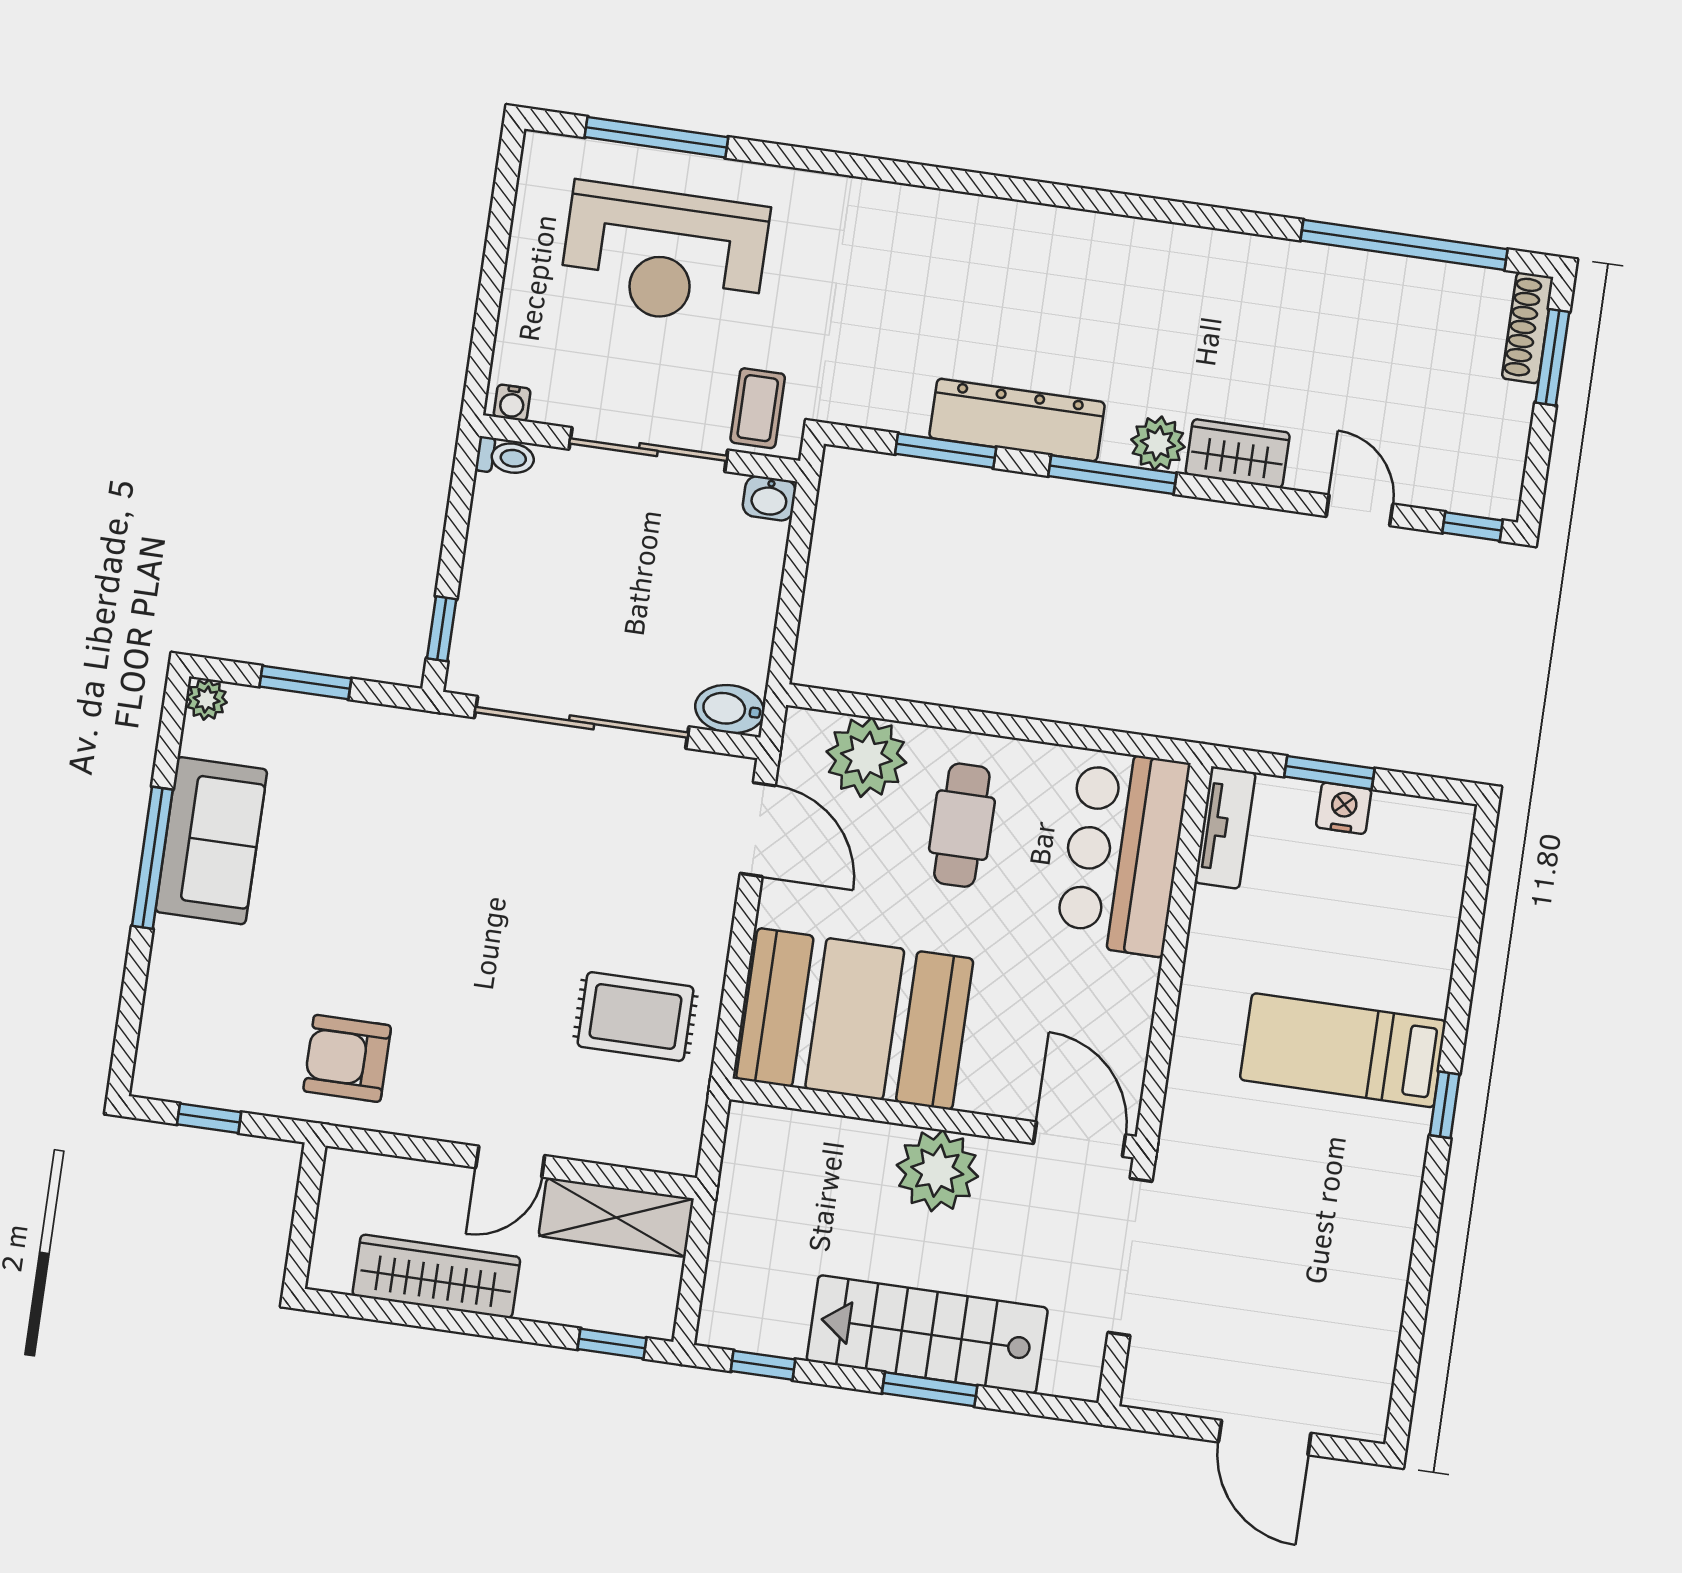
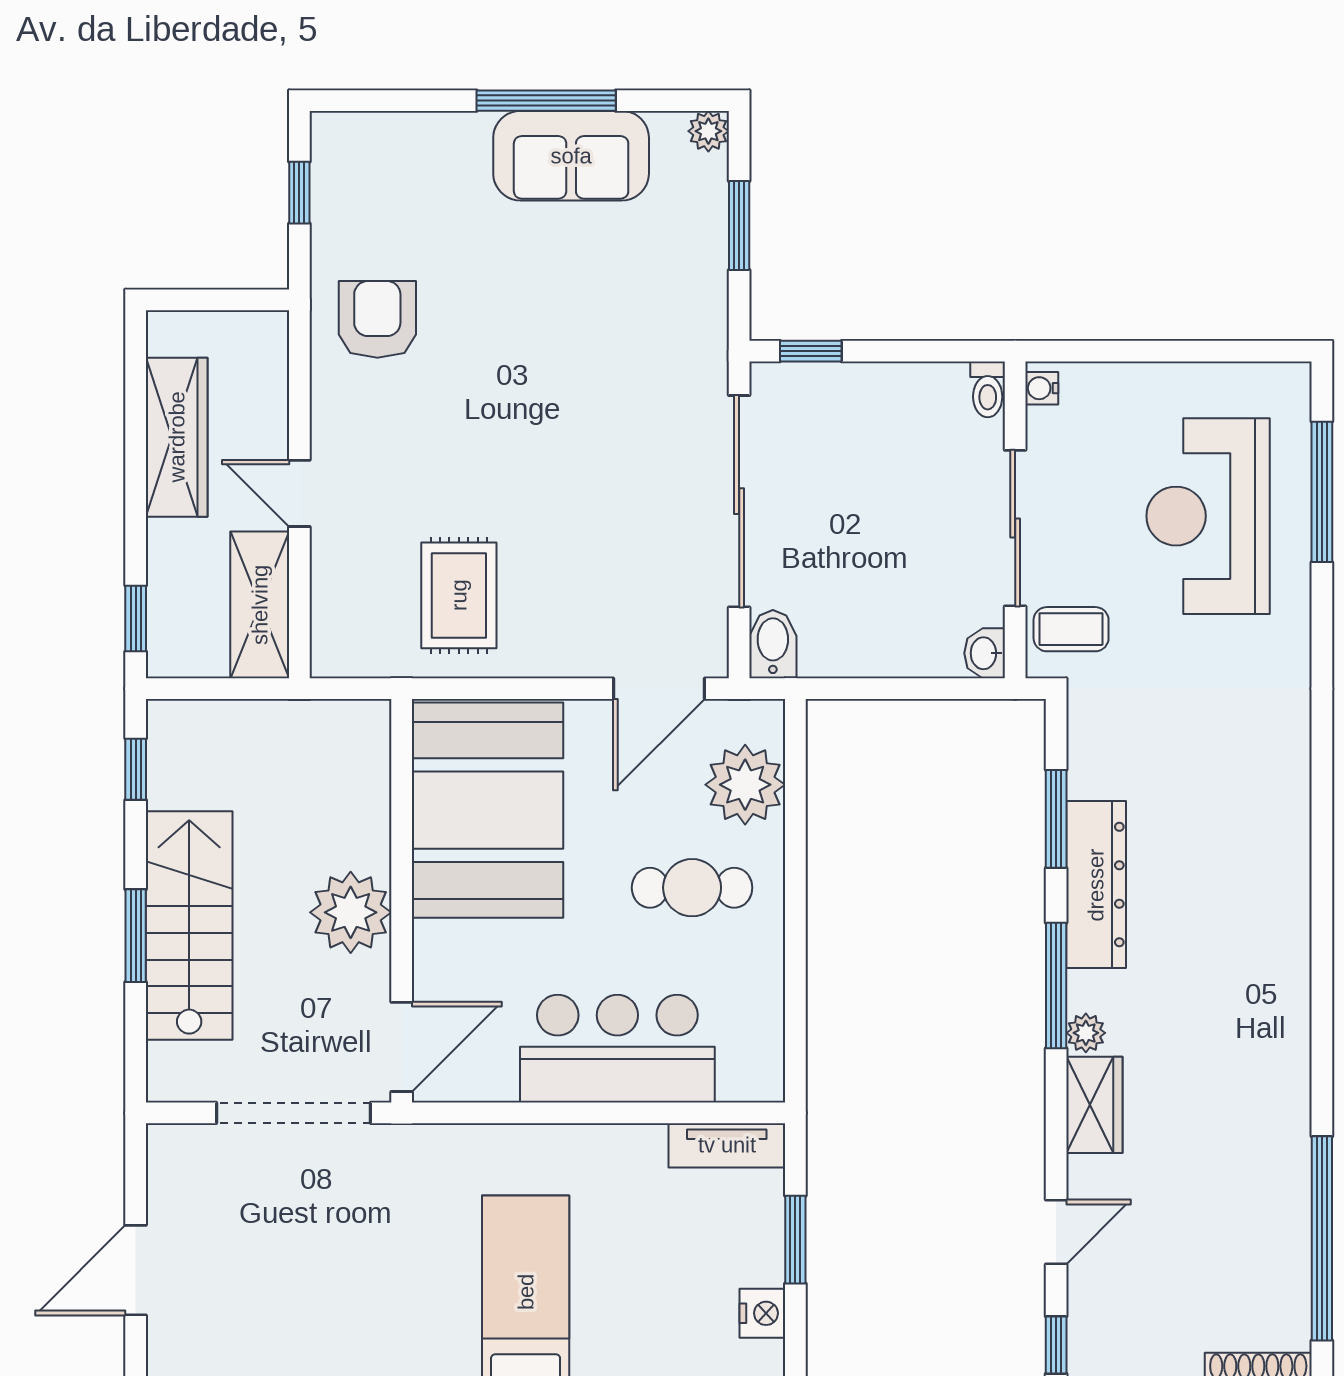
plant: (1158, 443) -> (1086, 1033), width x0.73, depth x0.73
nightstand: (1344, 808) -> (762, 1313), moved
bar counter: (1123, 853) -> (617, 1049), moved

